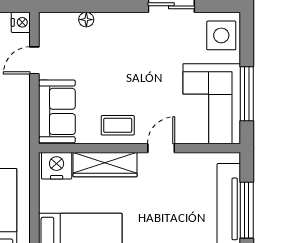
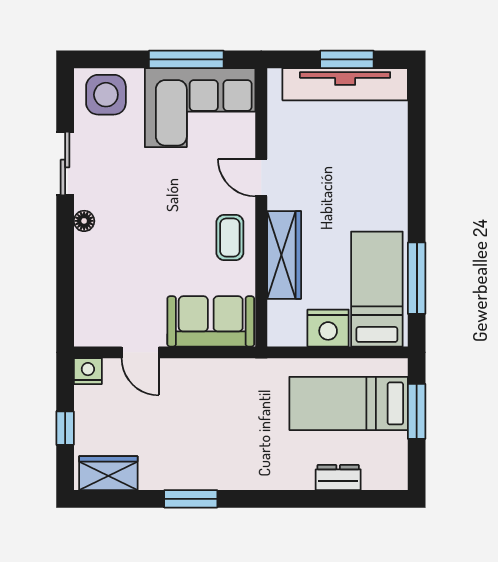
floor lamp: (86, 20) -> (84, 221), moved
nightstand: (57, 166) -> (328, 328), moved, turned -90
window: (247, 210) -> (347, 59), width x0.69

